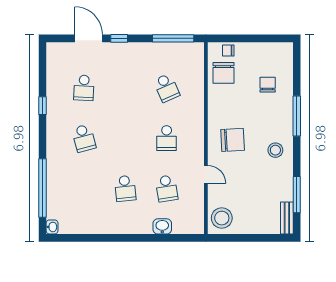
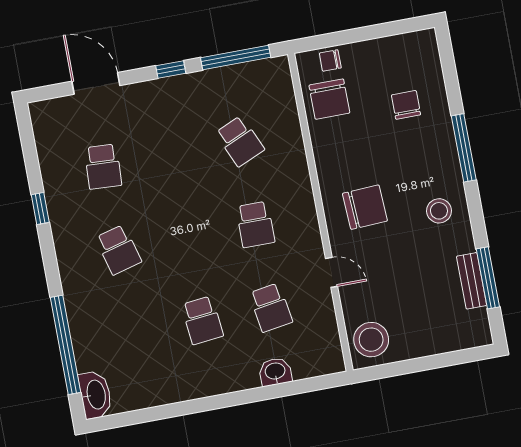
window: (119, 38) -> (171, 70), moved
bench: (287, 218) -> (472, 281), moved
washbasin: (52, 227) -> (95, 395), width x1.91, depth x1.45

